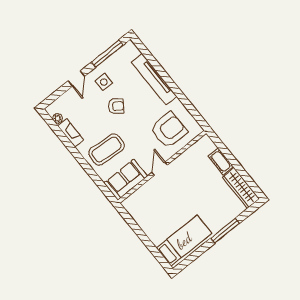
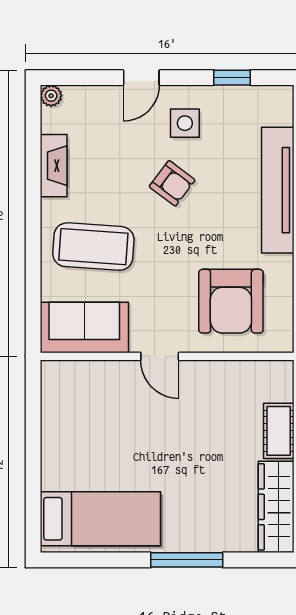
window: (107, 53) -> (232, 78), width x0.46
plant: (58, 118) -> (51, 96), moved
armchair: (169, 130) -> (231, 301), turned 90
door: (160, 169) -> (160, 356), swing flipped

